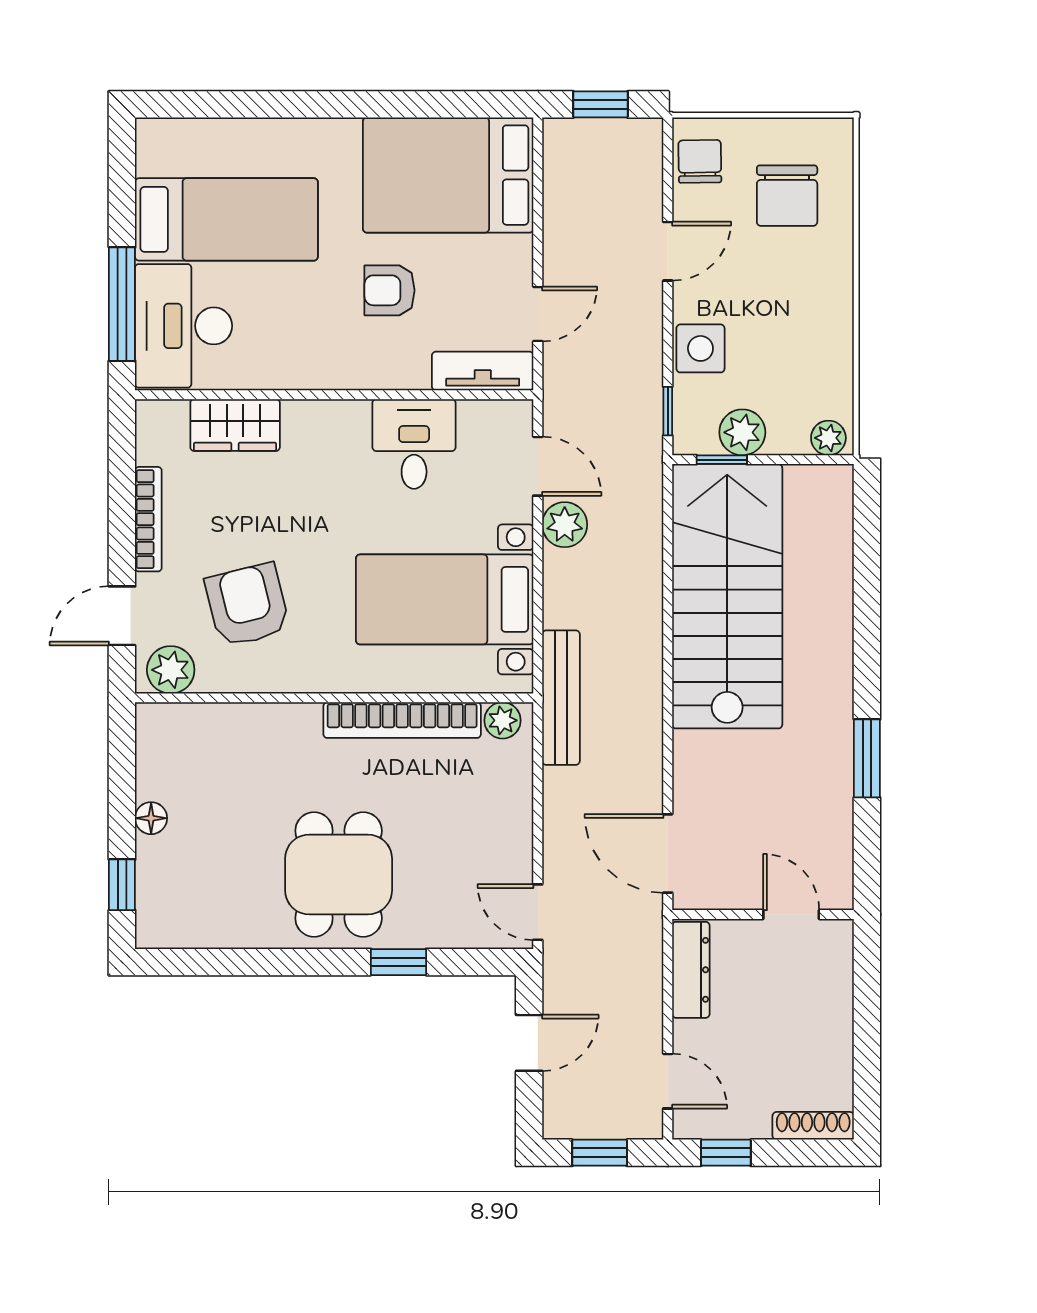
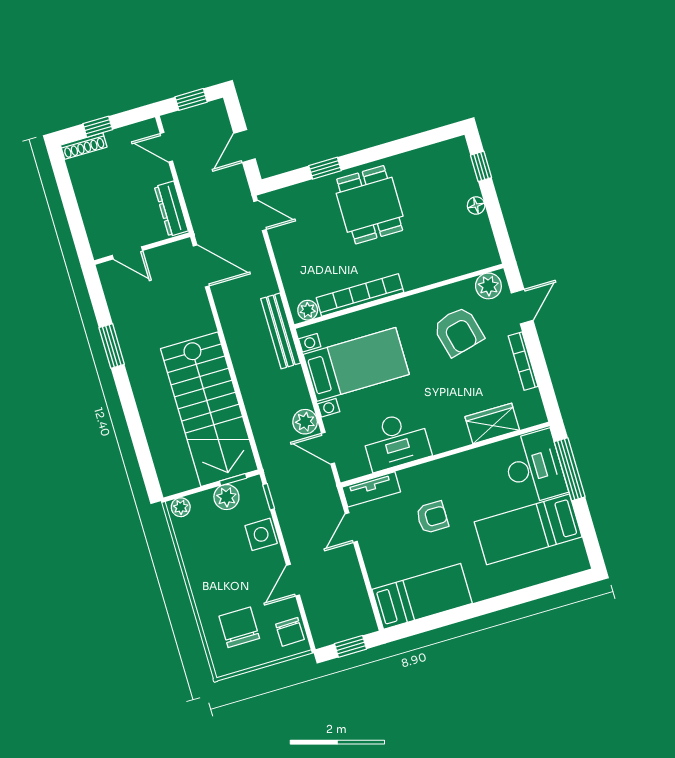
bed: (448, 175) -> (422, 596), width x0.67
desk: (414, 444) -> (396, 441), width x1.37
window: (726, 1153) -> (98, 127), moved

